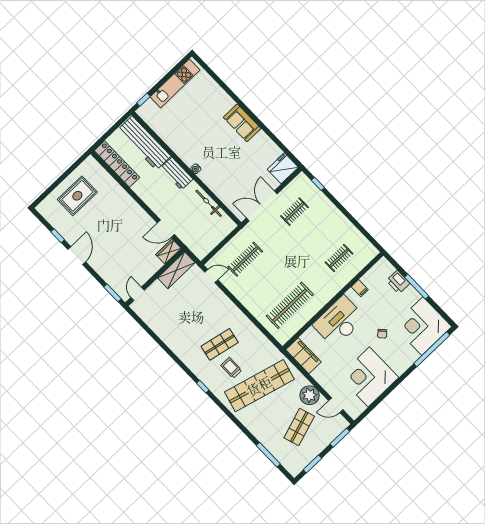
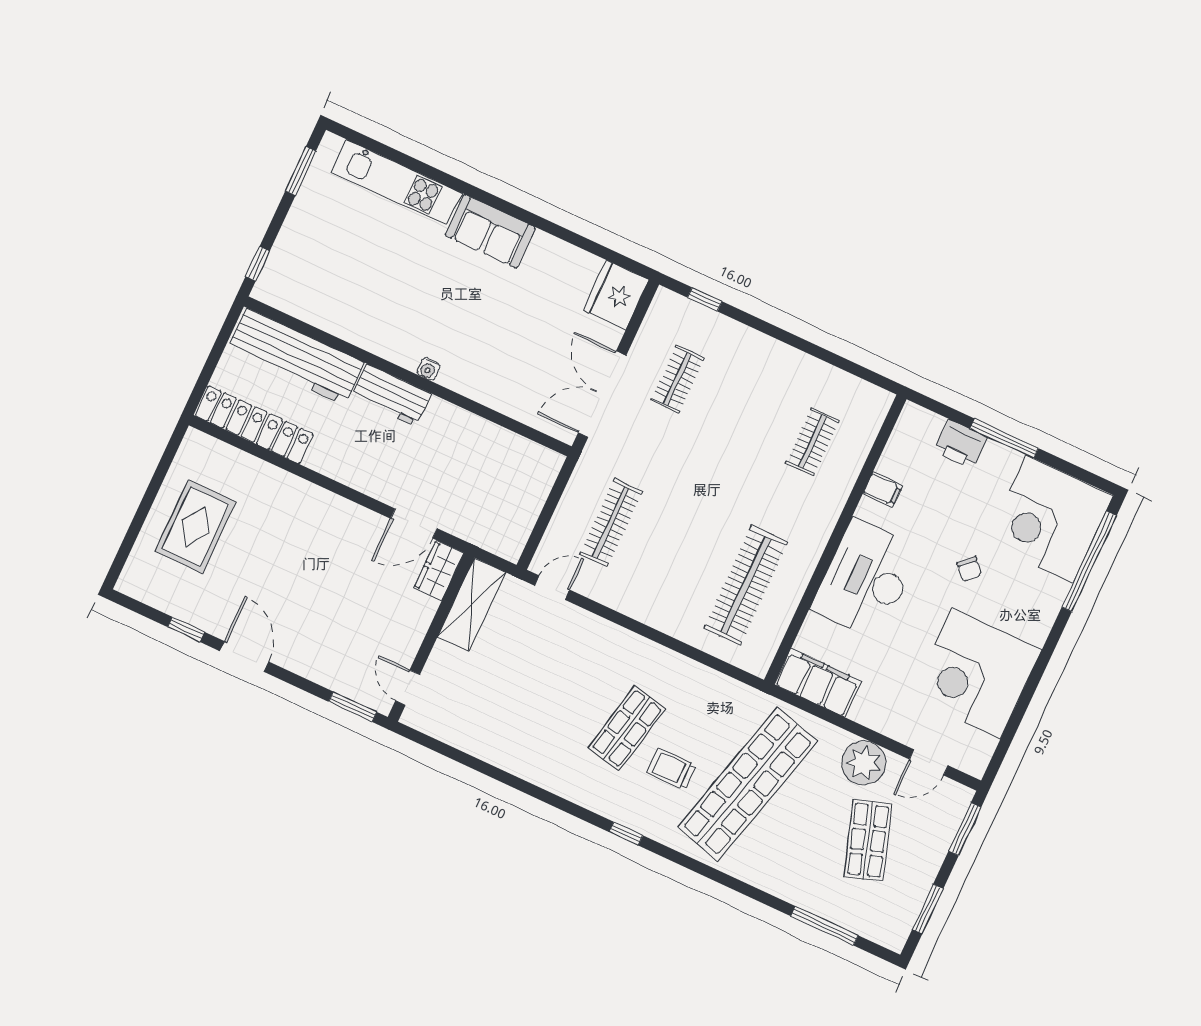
window: (175, 69) -> (301, 171), added
kitchen unit: (175, 83) -> (397, 182), moved, turned 90
bicycle: (209, 203) -> (485, 433), removed

